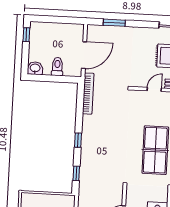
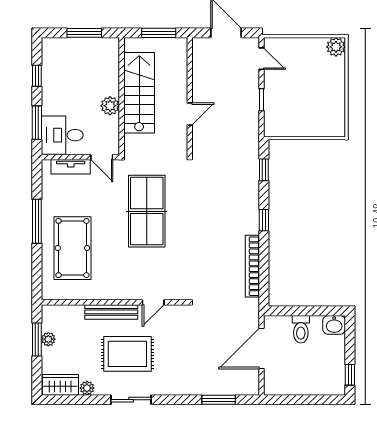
bookcase: (88, 94) -> (252, 266), moved

